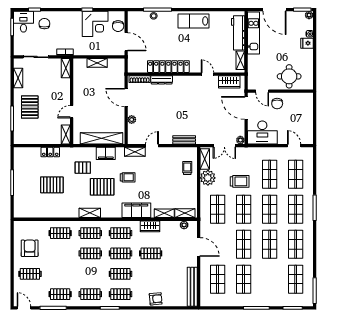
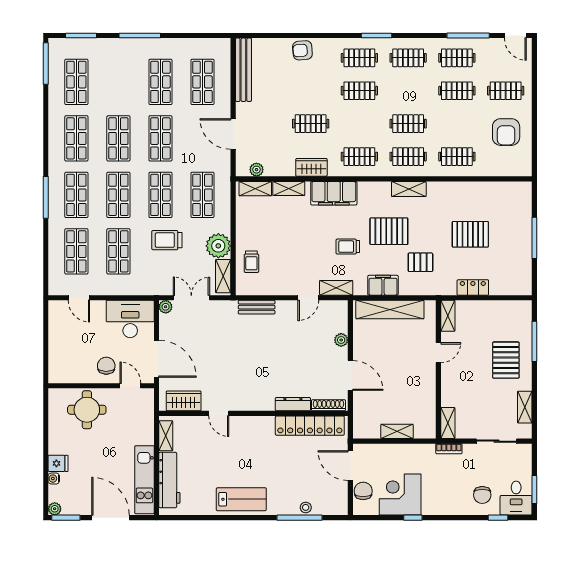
locker: (168, 67) -> (310, 426), moved
clothes rail: (120, 253) -> (457, 91), moved

